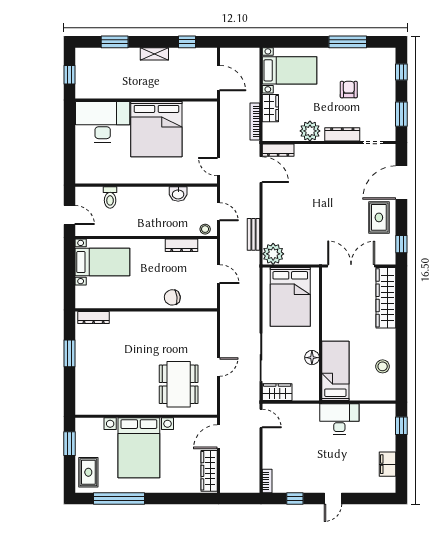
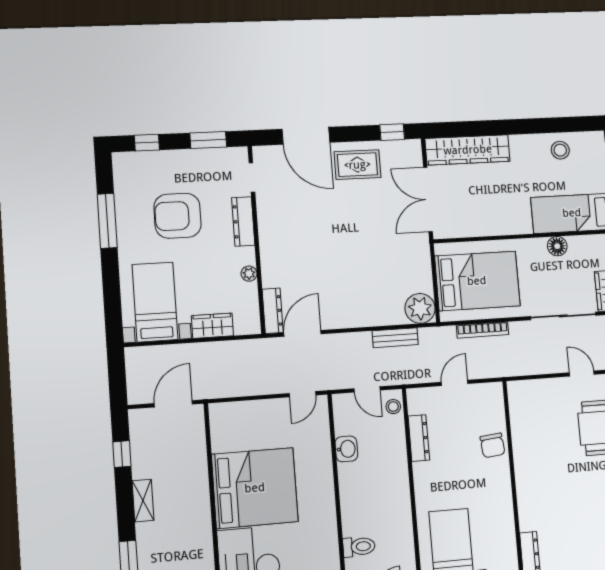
armchair: (349, 90) -> (178, 216), width x1.88, depth x1.88
bookcase: (255, 122) -> (483, 330), moved
plant: (310, 131) -> (249, 274), width x0.53, depth x0.53
door: (218, 212) -> (367, 389), swing flipped

